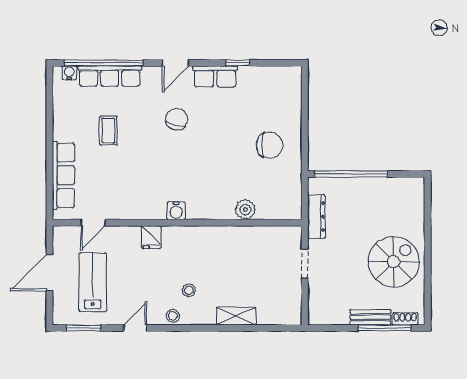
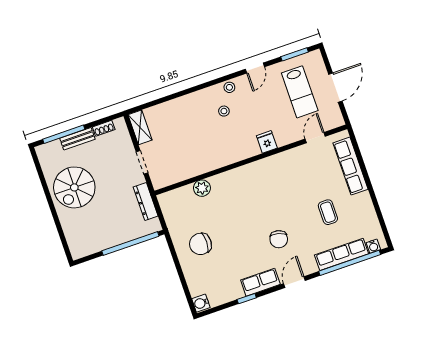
water cooler: (176, 211) -> (201, 303), moved, turned -90
shelving: (236, 316) -> (140, 127), moved, turned 90
shoe rack: (405, 319) -> (104, 128), moved

